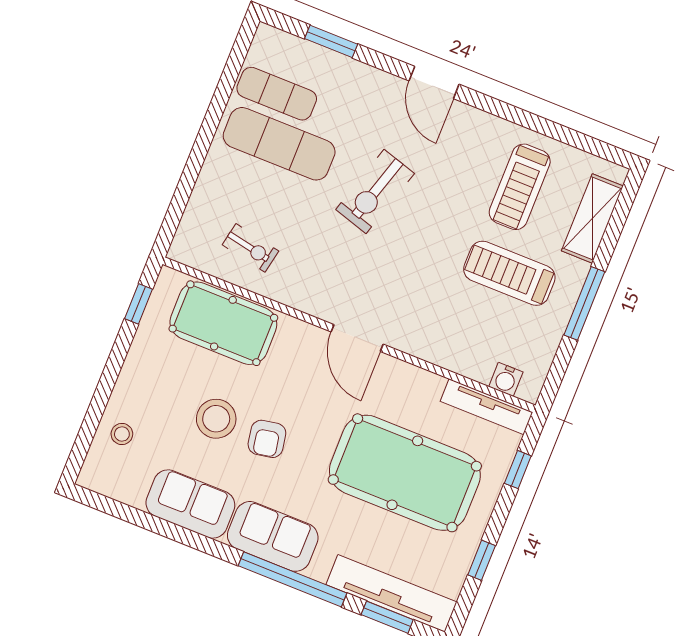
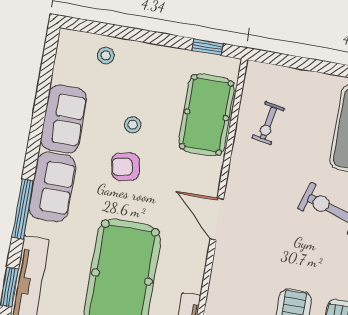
door: (357, 338) -> (217, 219), hinge flipped
stool: (216, 419) -> (133, 125), width x0.53, depth x0.53
window: (293, 579) -> (23, 209), width x0.68

